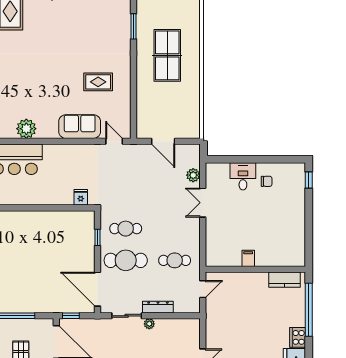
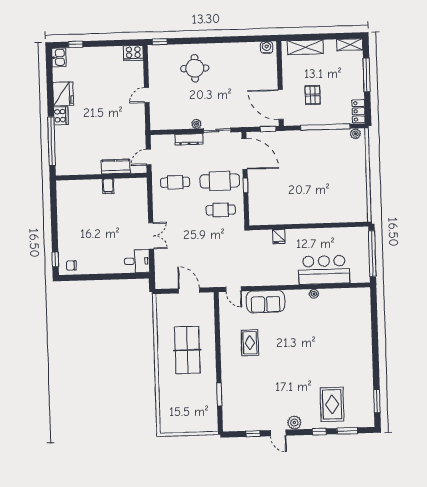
table tennis table: (167, 55) -> (187, 350), moved
rug: (98, 82) -> (250, 343), turned 90
plant: (26, 129) -> (314, 294), width x0.53, depth x0.53
plant: (193, 175) -> (161, 260), removed
desk: (243, 176) -> (137, 261), moved, turned -90
chair: (267, 181) -> (71, 265), moved
fridge: (81, 197) -> (279, 237), moved
window: (98, 237) -> (246, 185), moved
kitchen counter: (285, 280) -> (116, 167), moved

